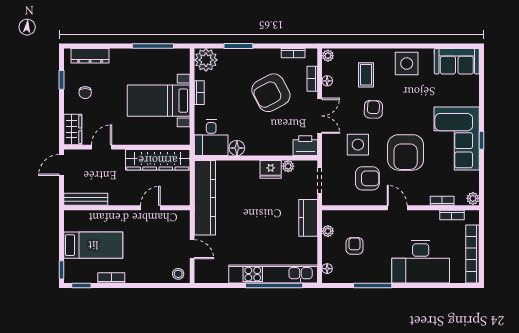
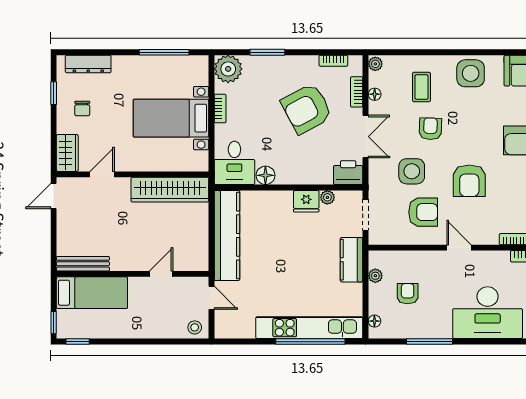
armchair: (406, 152) -> (469, 181), width x0.73, depth x0.73
bench: (86, 199) -> (83, 264), moved
wall: (127, 208) -> (133, 274), moved
door: (150, 208) -> (161, 274), moved
bookcase: (111, 278) -> (114, 332), removed

